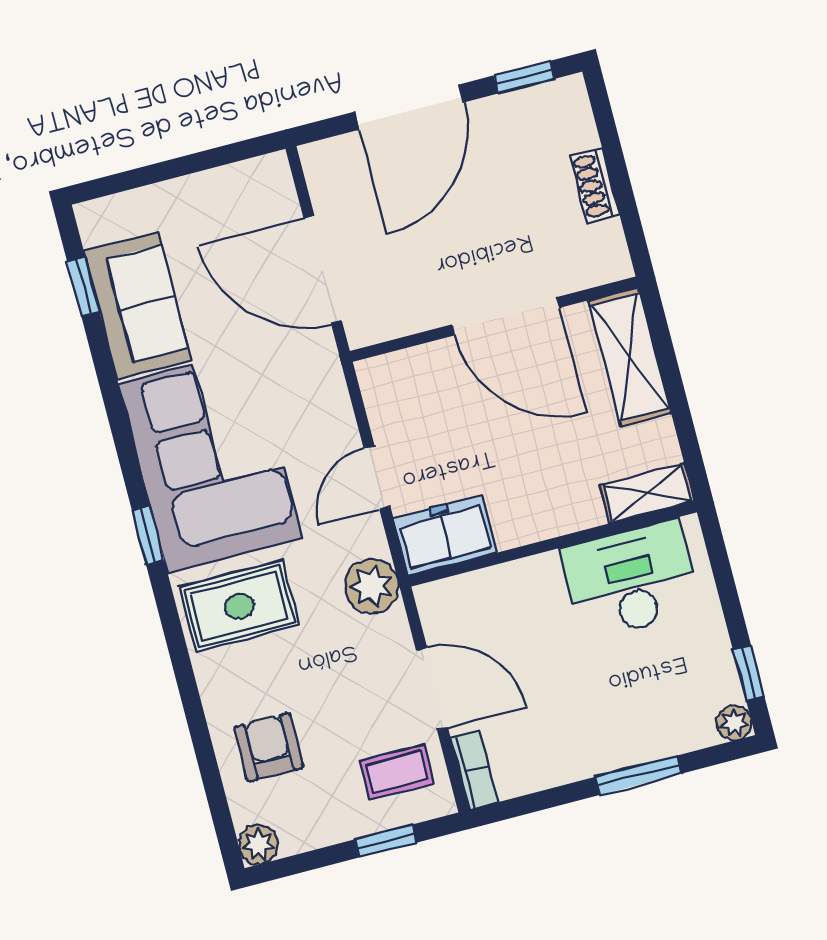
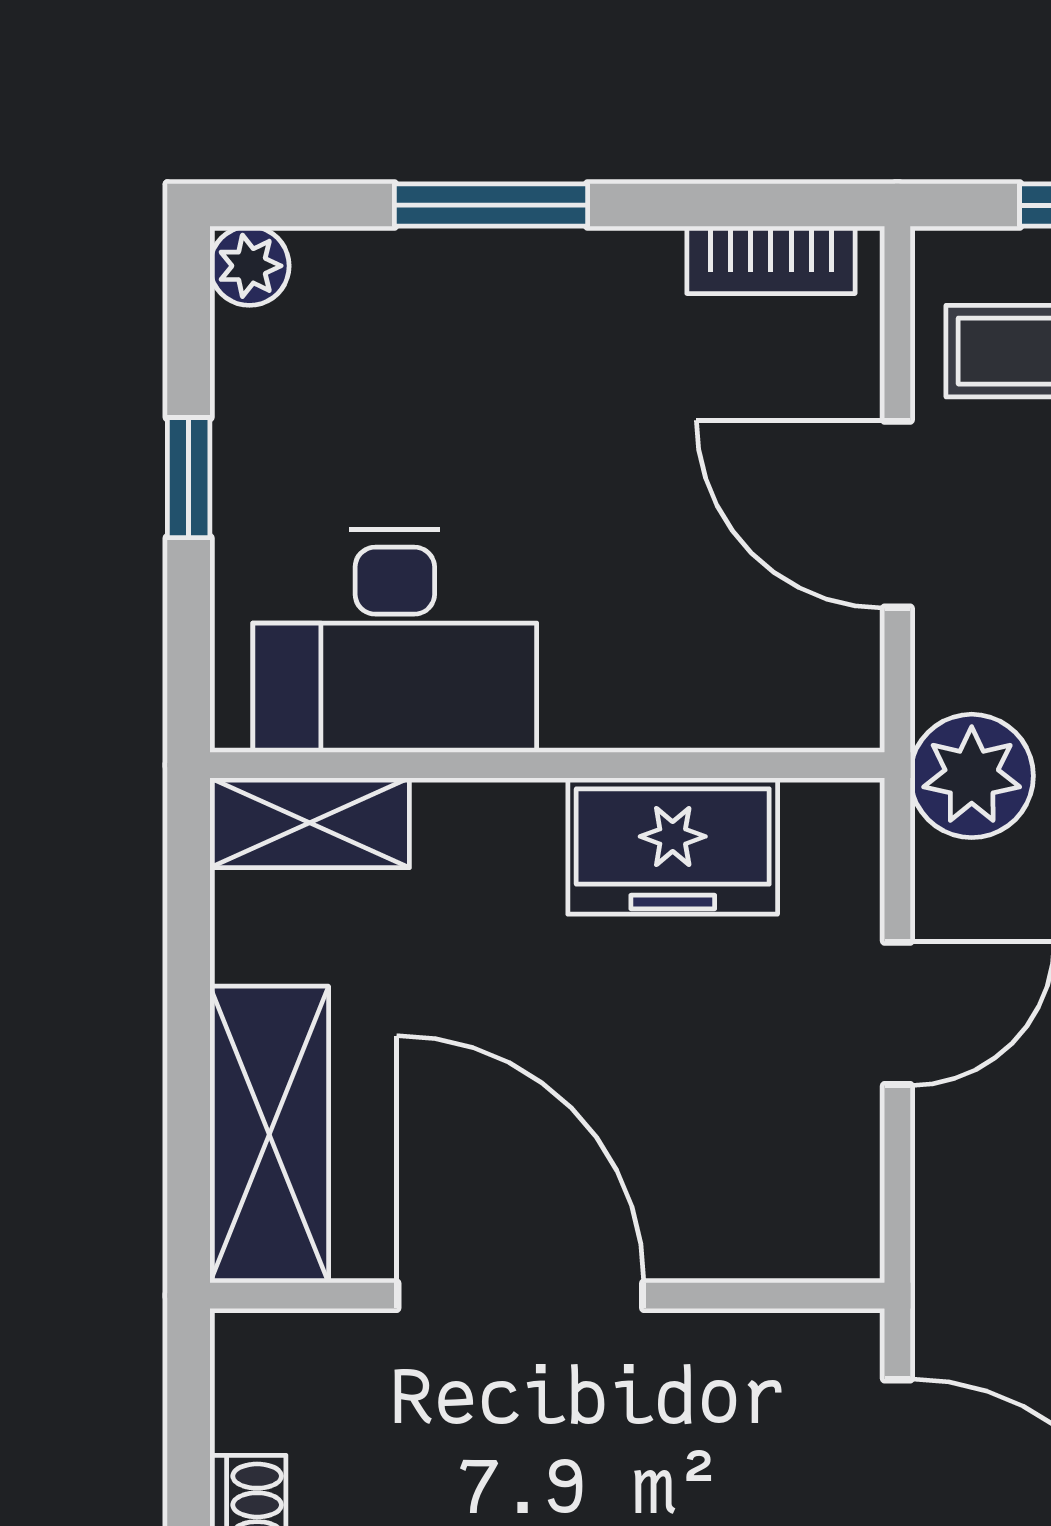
freezer: (445, 535) -> (673, 846), moved
window: (749, 673) -> (189, 478), moved
bookcase: (474, 770) -> (771, 260), moved, turned -90

